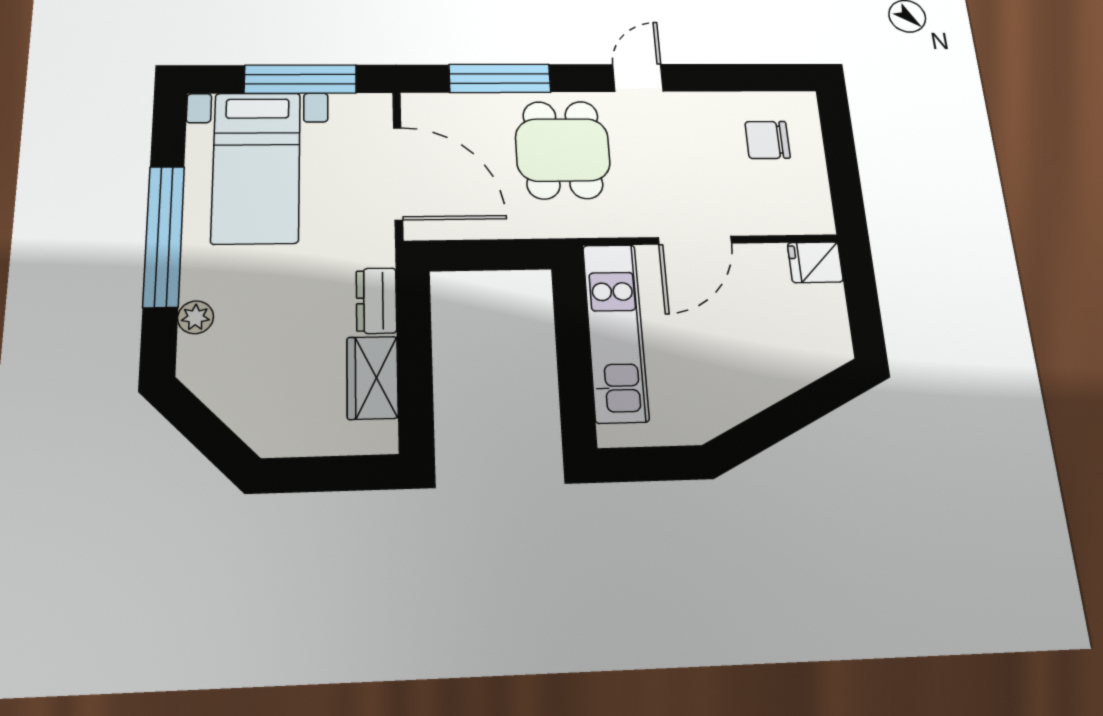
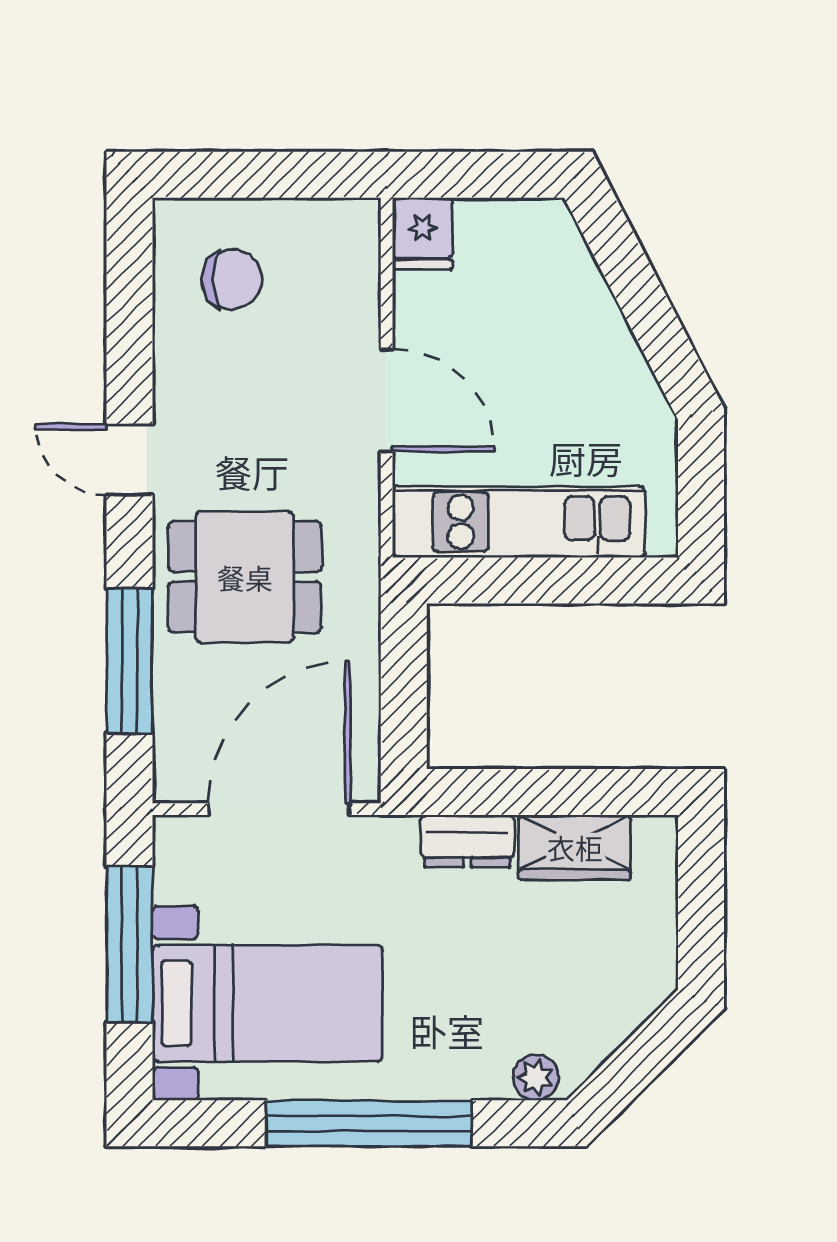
chair: (767, 140) -> (232, 279), turned -90
plant: (196, 317) -> (536, 1078), moved

